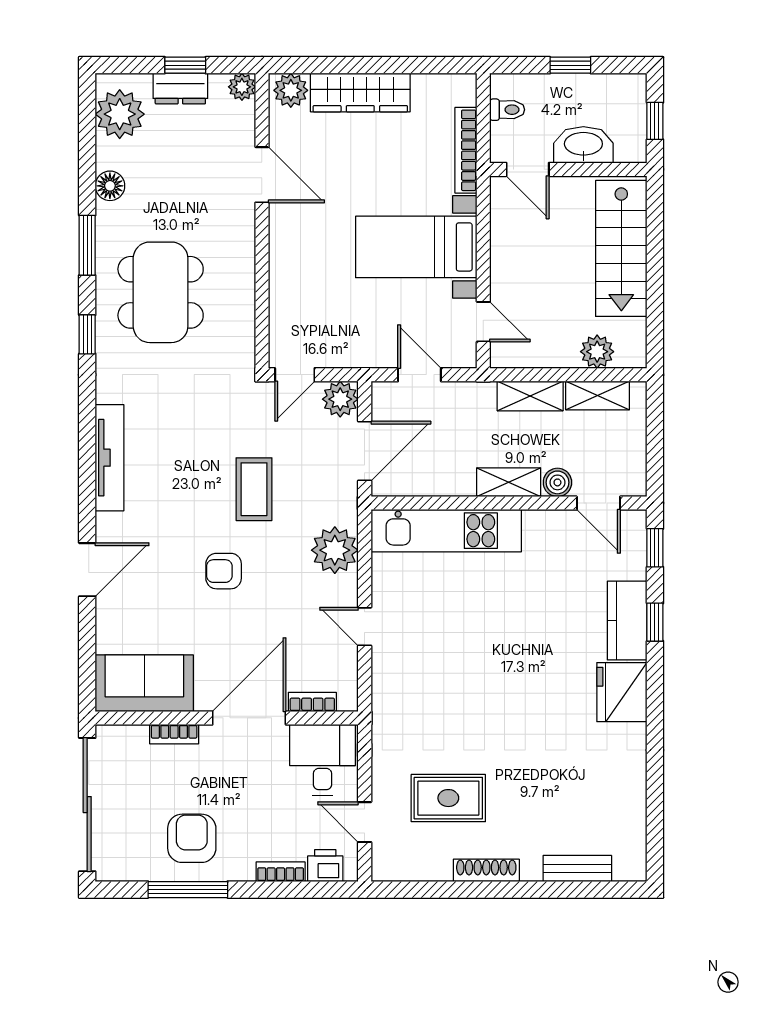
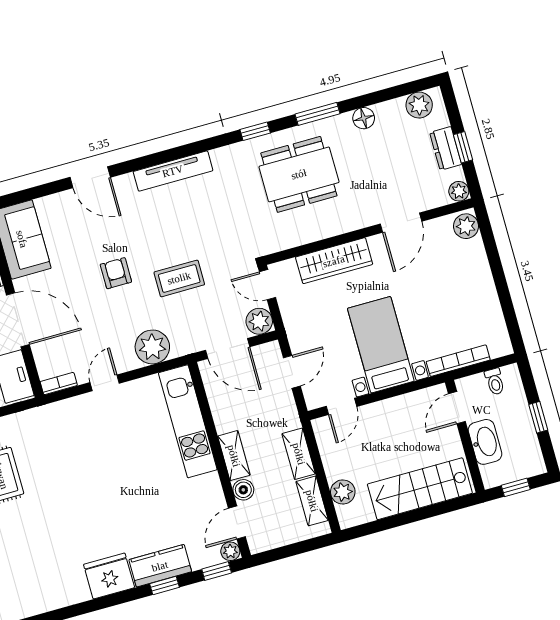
wardrobe: (360, 92) -> (334, 261), moved, turned -90
plant: (120, 114) -> (419, 105), width x0.73, depth x0.73
plant: (634, 522) -> (230, 551), added
bookcase: (312, 702) -> (59, 384), moved, turned -90

